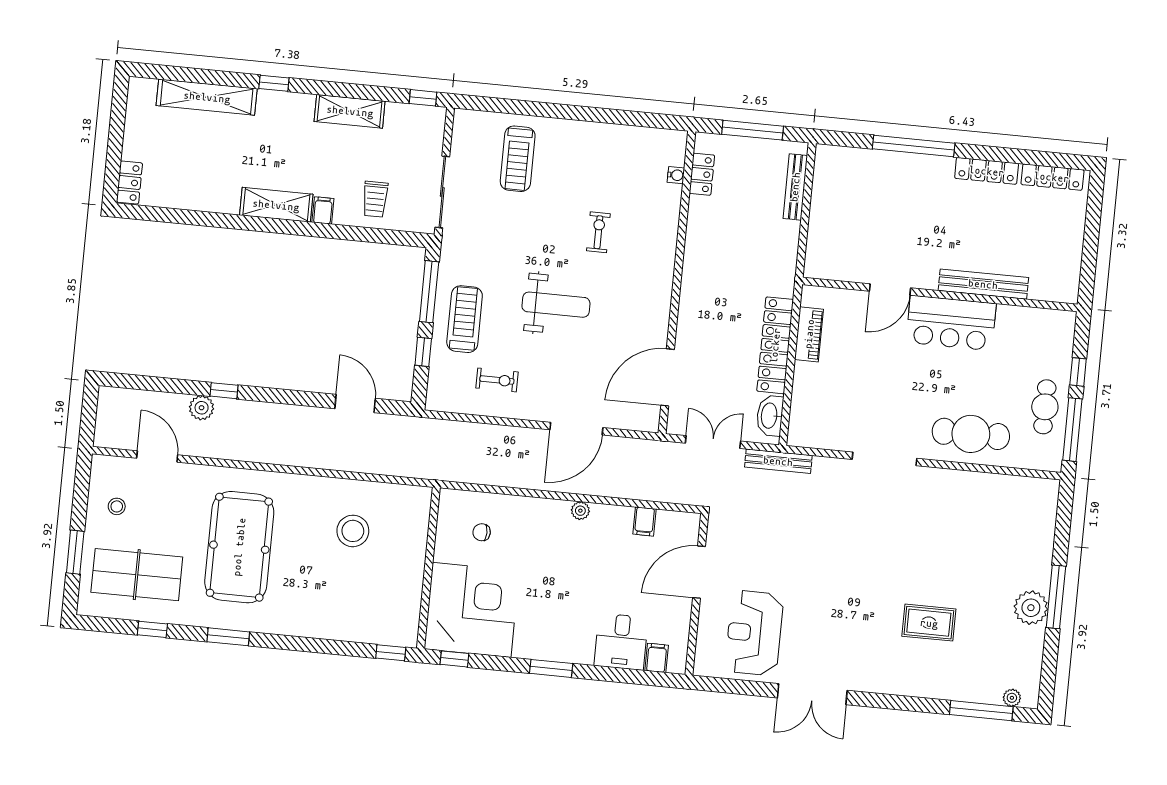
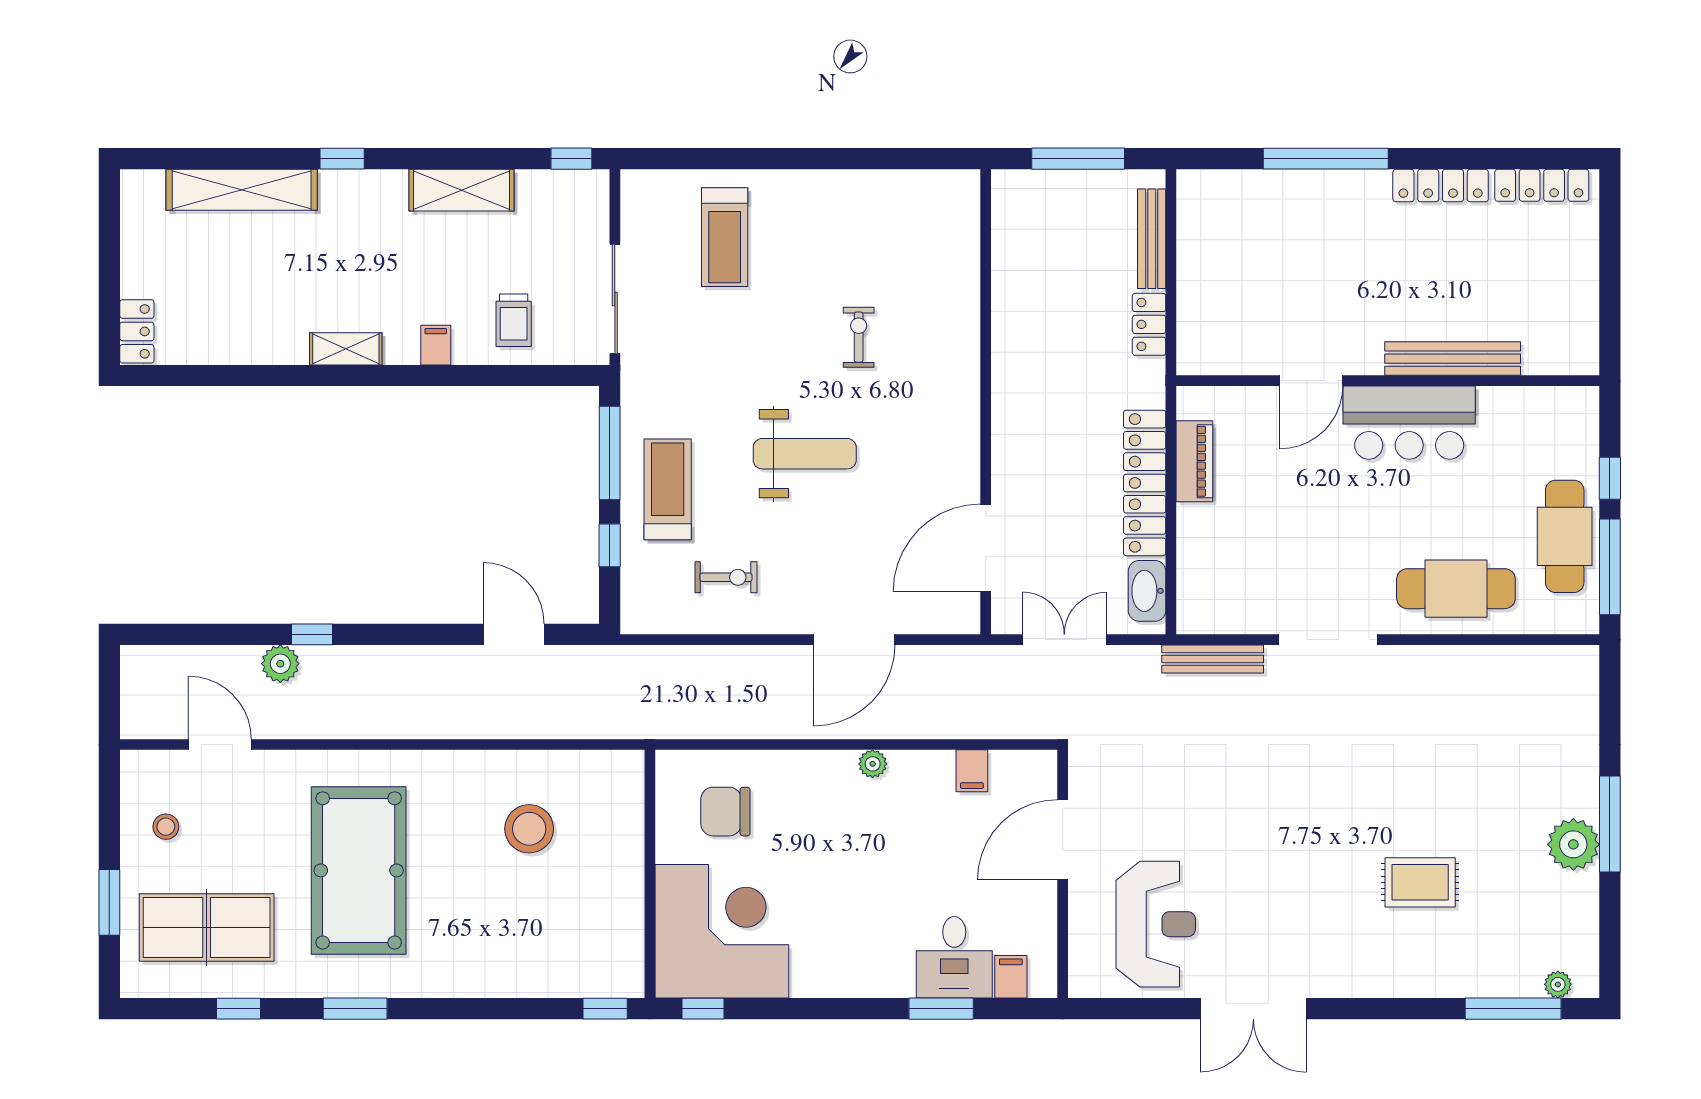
locker: (702, 174) -> (1149, 324), moved, turned 180
water cooler: (676, 175) -> (968, 239), removed
shelving: (276, 205) -> (346, 349), width x0.67, depth x0.75
cafe table: (1045, 407) -> (1565, 536), width x1.37, depth x1.35
bench: (778, 461) -> (1213, 659), moved
chair: (482, 532) -> (725, 812), width x1.87, depth x1.87
reception desk: (754, 633) -> (1156, 924), turned 180
window: (551, 668) -> (941, 1009), moved

